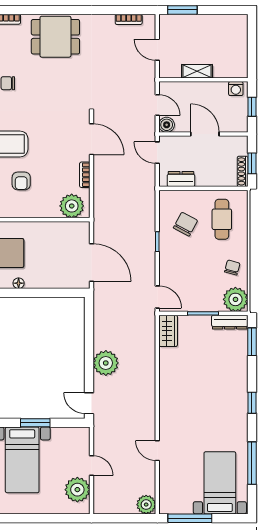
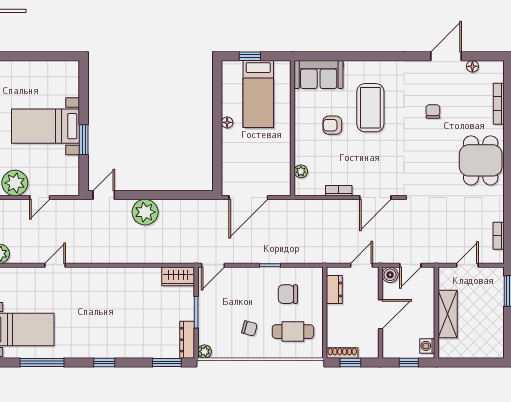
shelving: (197, 71) -> (448, 314), width x1.50, depth x1.33
plant: (72, 206) -> (301, 171), width x0.53, depth x0.53
chair: (185, 224) -> (288, 294), turned 152
chair: (232, 268) -> (249, 328), moved
plant: (235, 299) -> (205, 352), width x0.53, depth x0.53

